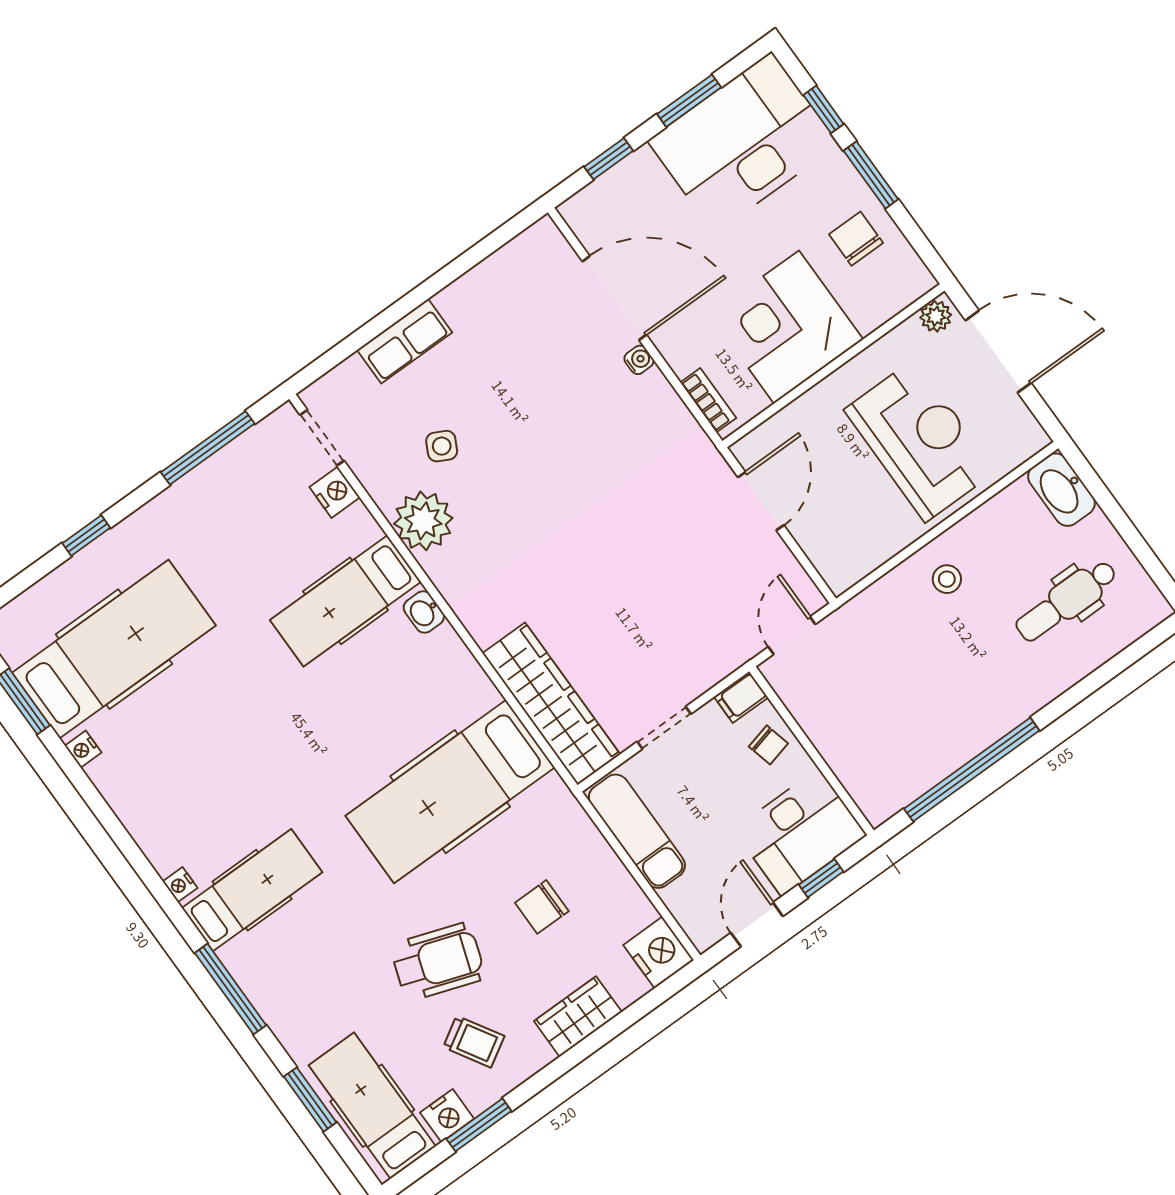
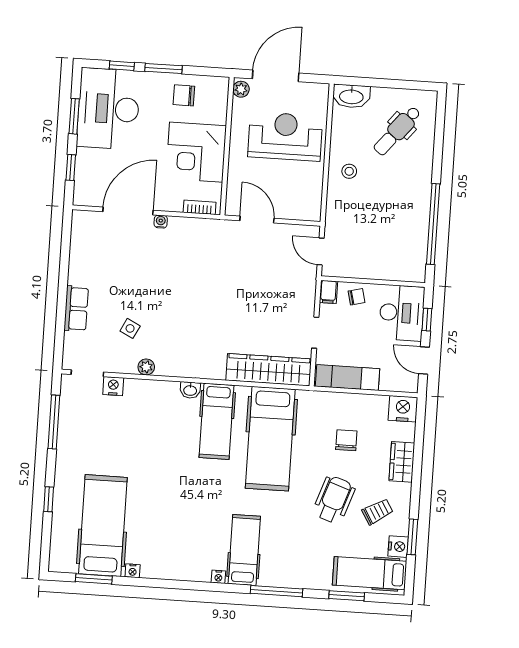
plant: (423, 521) -> (146, 367), width x0.53, depth x0.53
hospital bed: (345, 601) -> (217, 421), moved
dental chair: (1066, 601) -> (397, 131), turned 39
chair: (542, 907) -> (346, 440), turned 180

